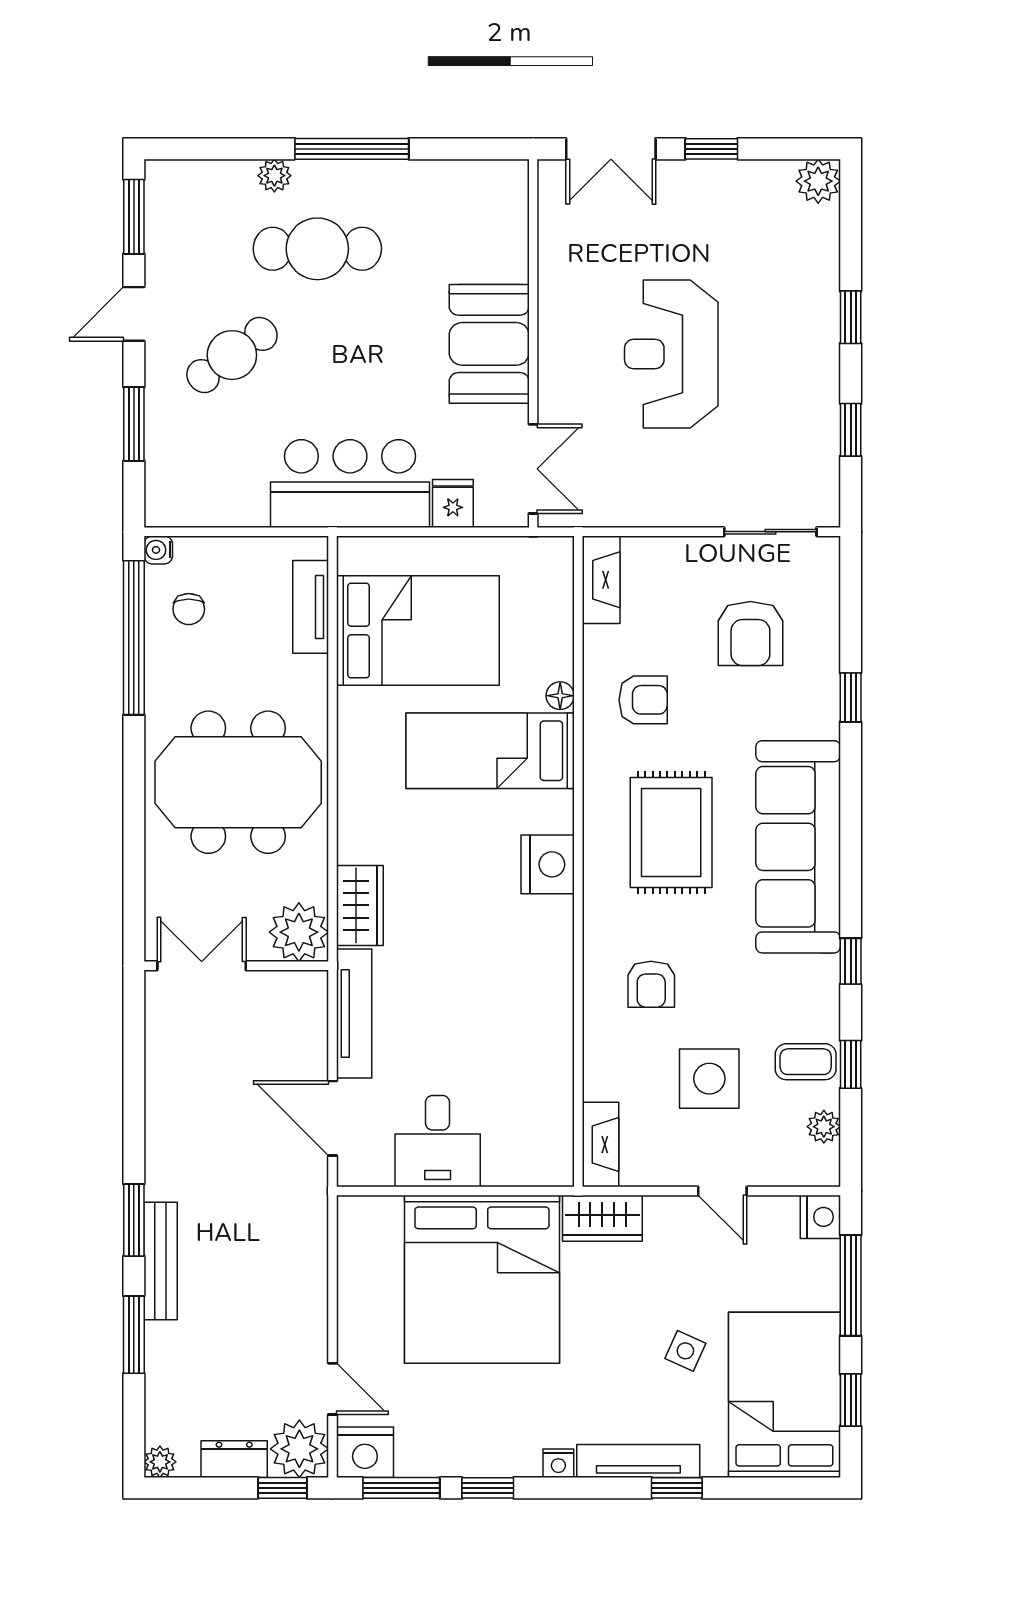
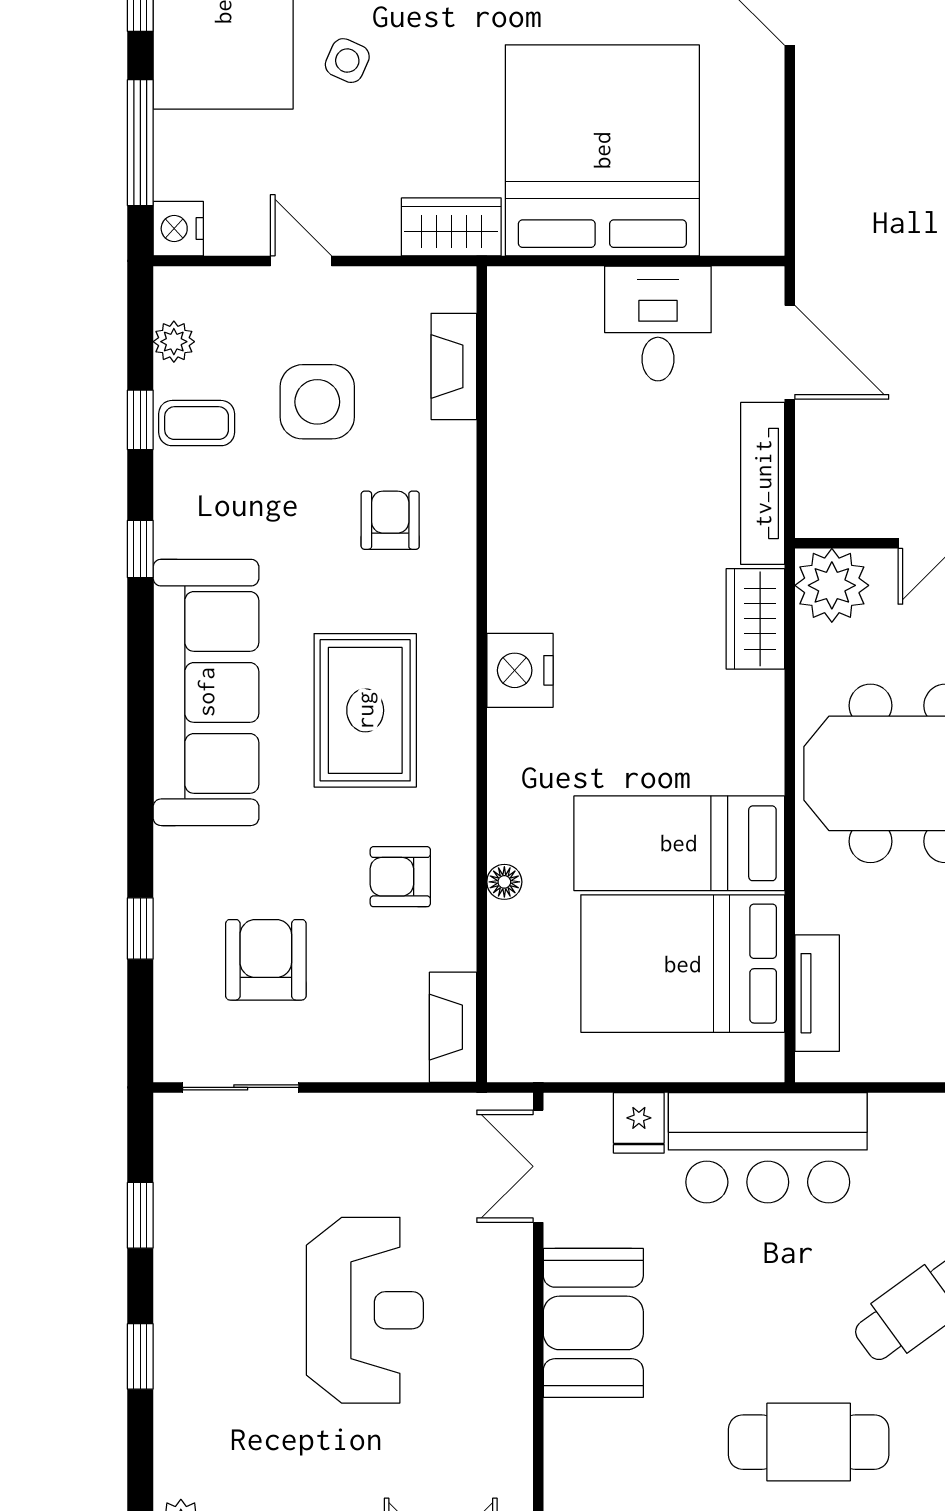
window: (851, 697) -> (140, 929), moved
bed: (490, 751) -> (679, 843), moved, turned 180
fireplace: (600, 1145) -> (454, 366), moved

